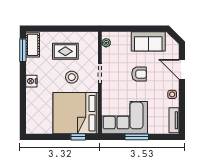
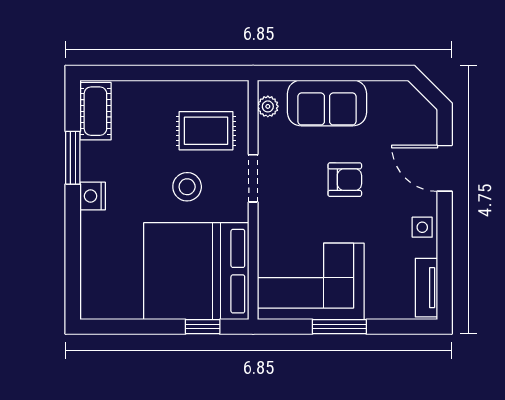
sofa: (148, 41) -> (327, 103), moved
window: (23, 50) -> (73, 158), moved
rug: (65, 51) -> (206, 131), moved

